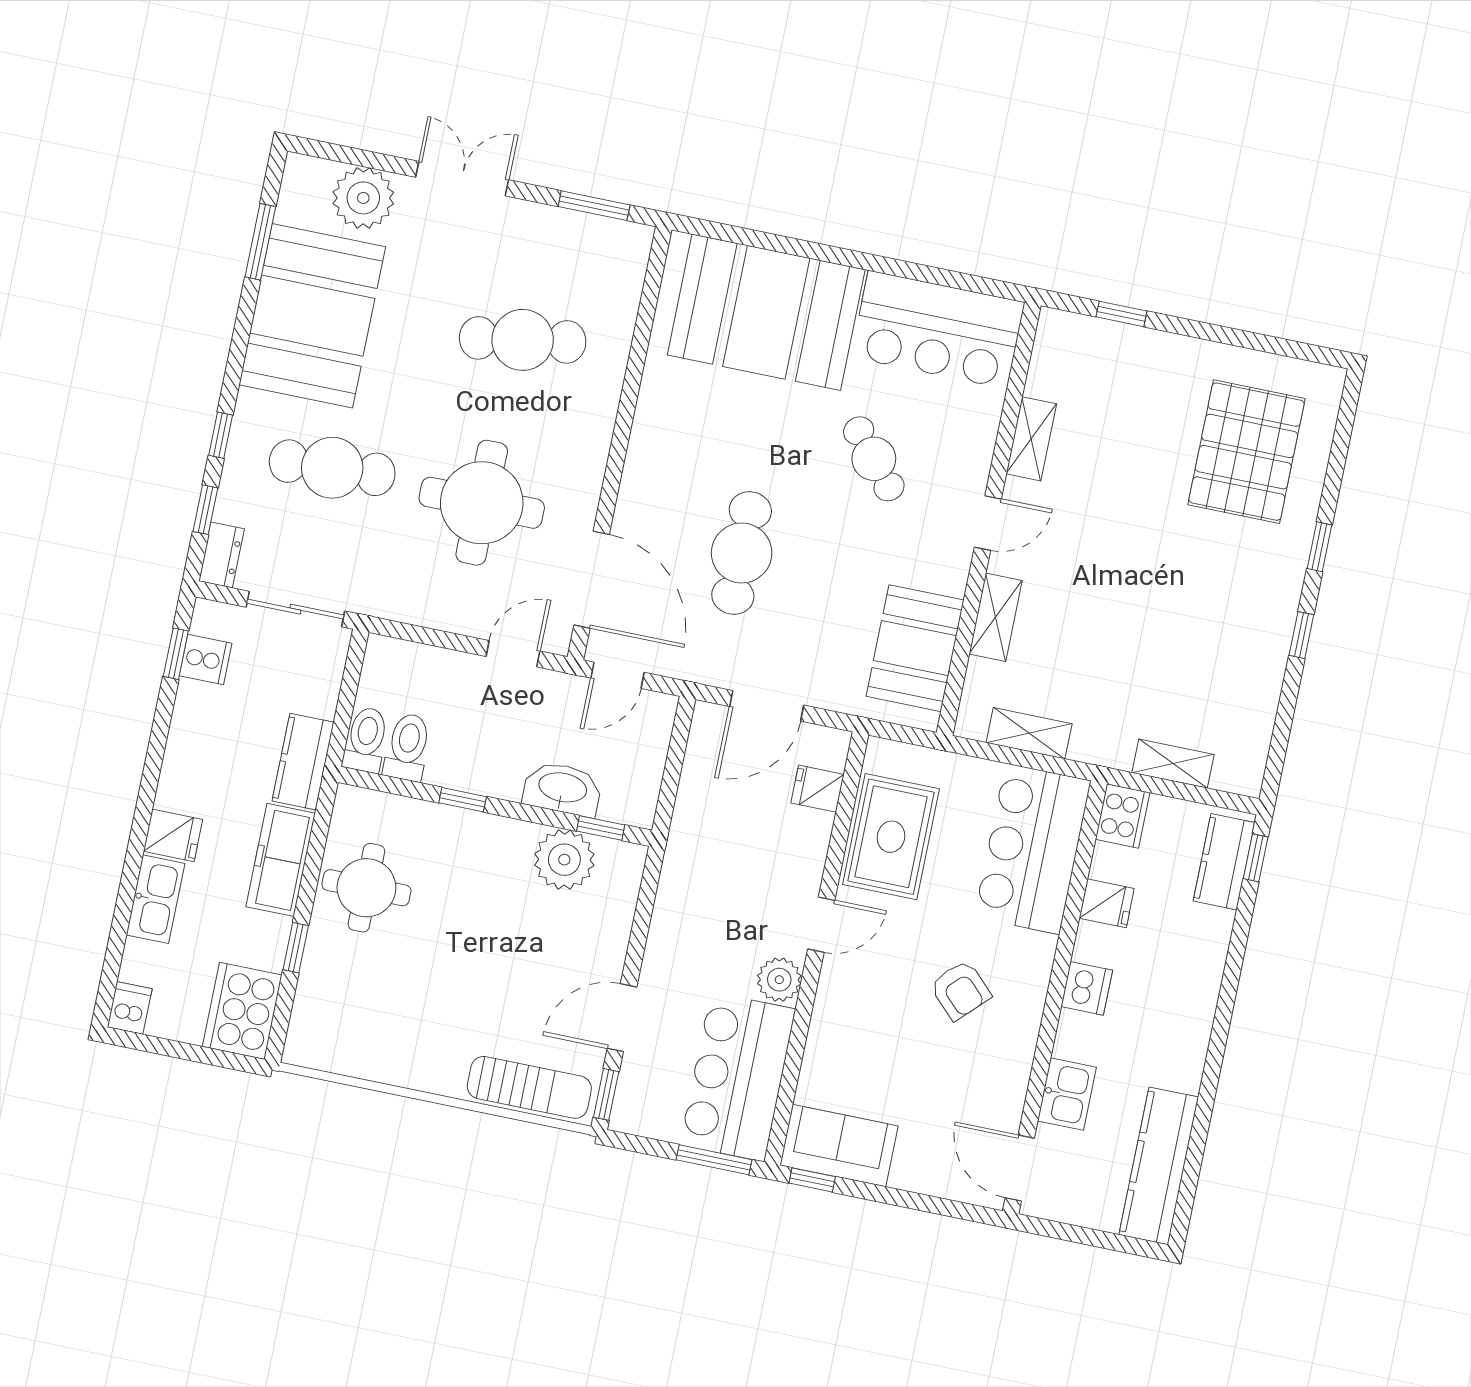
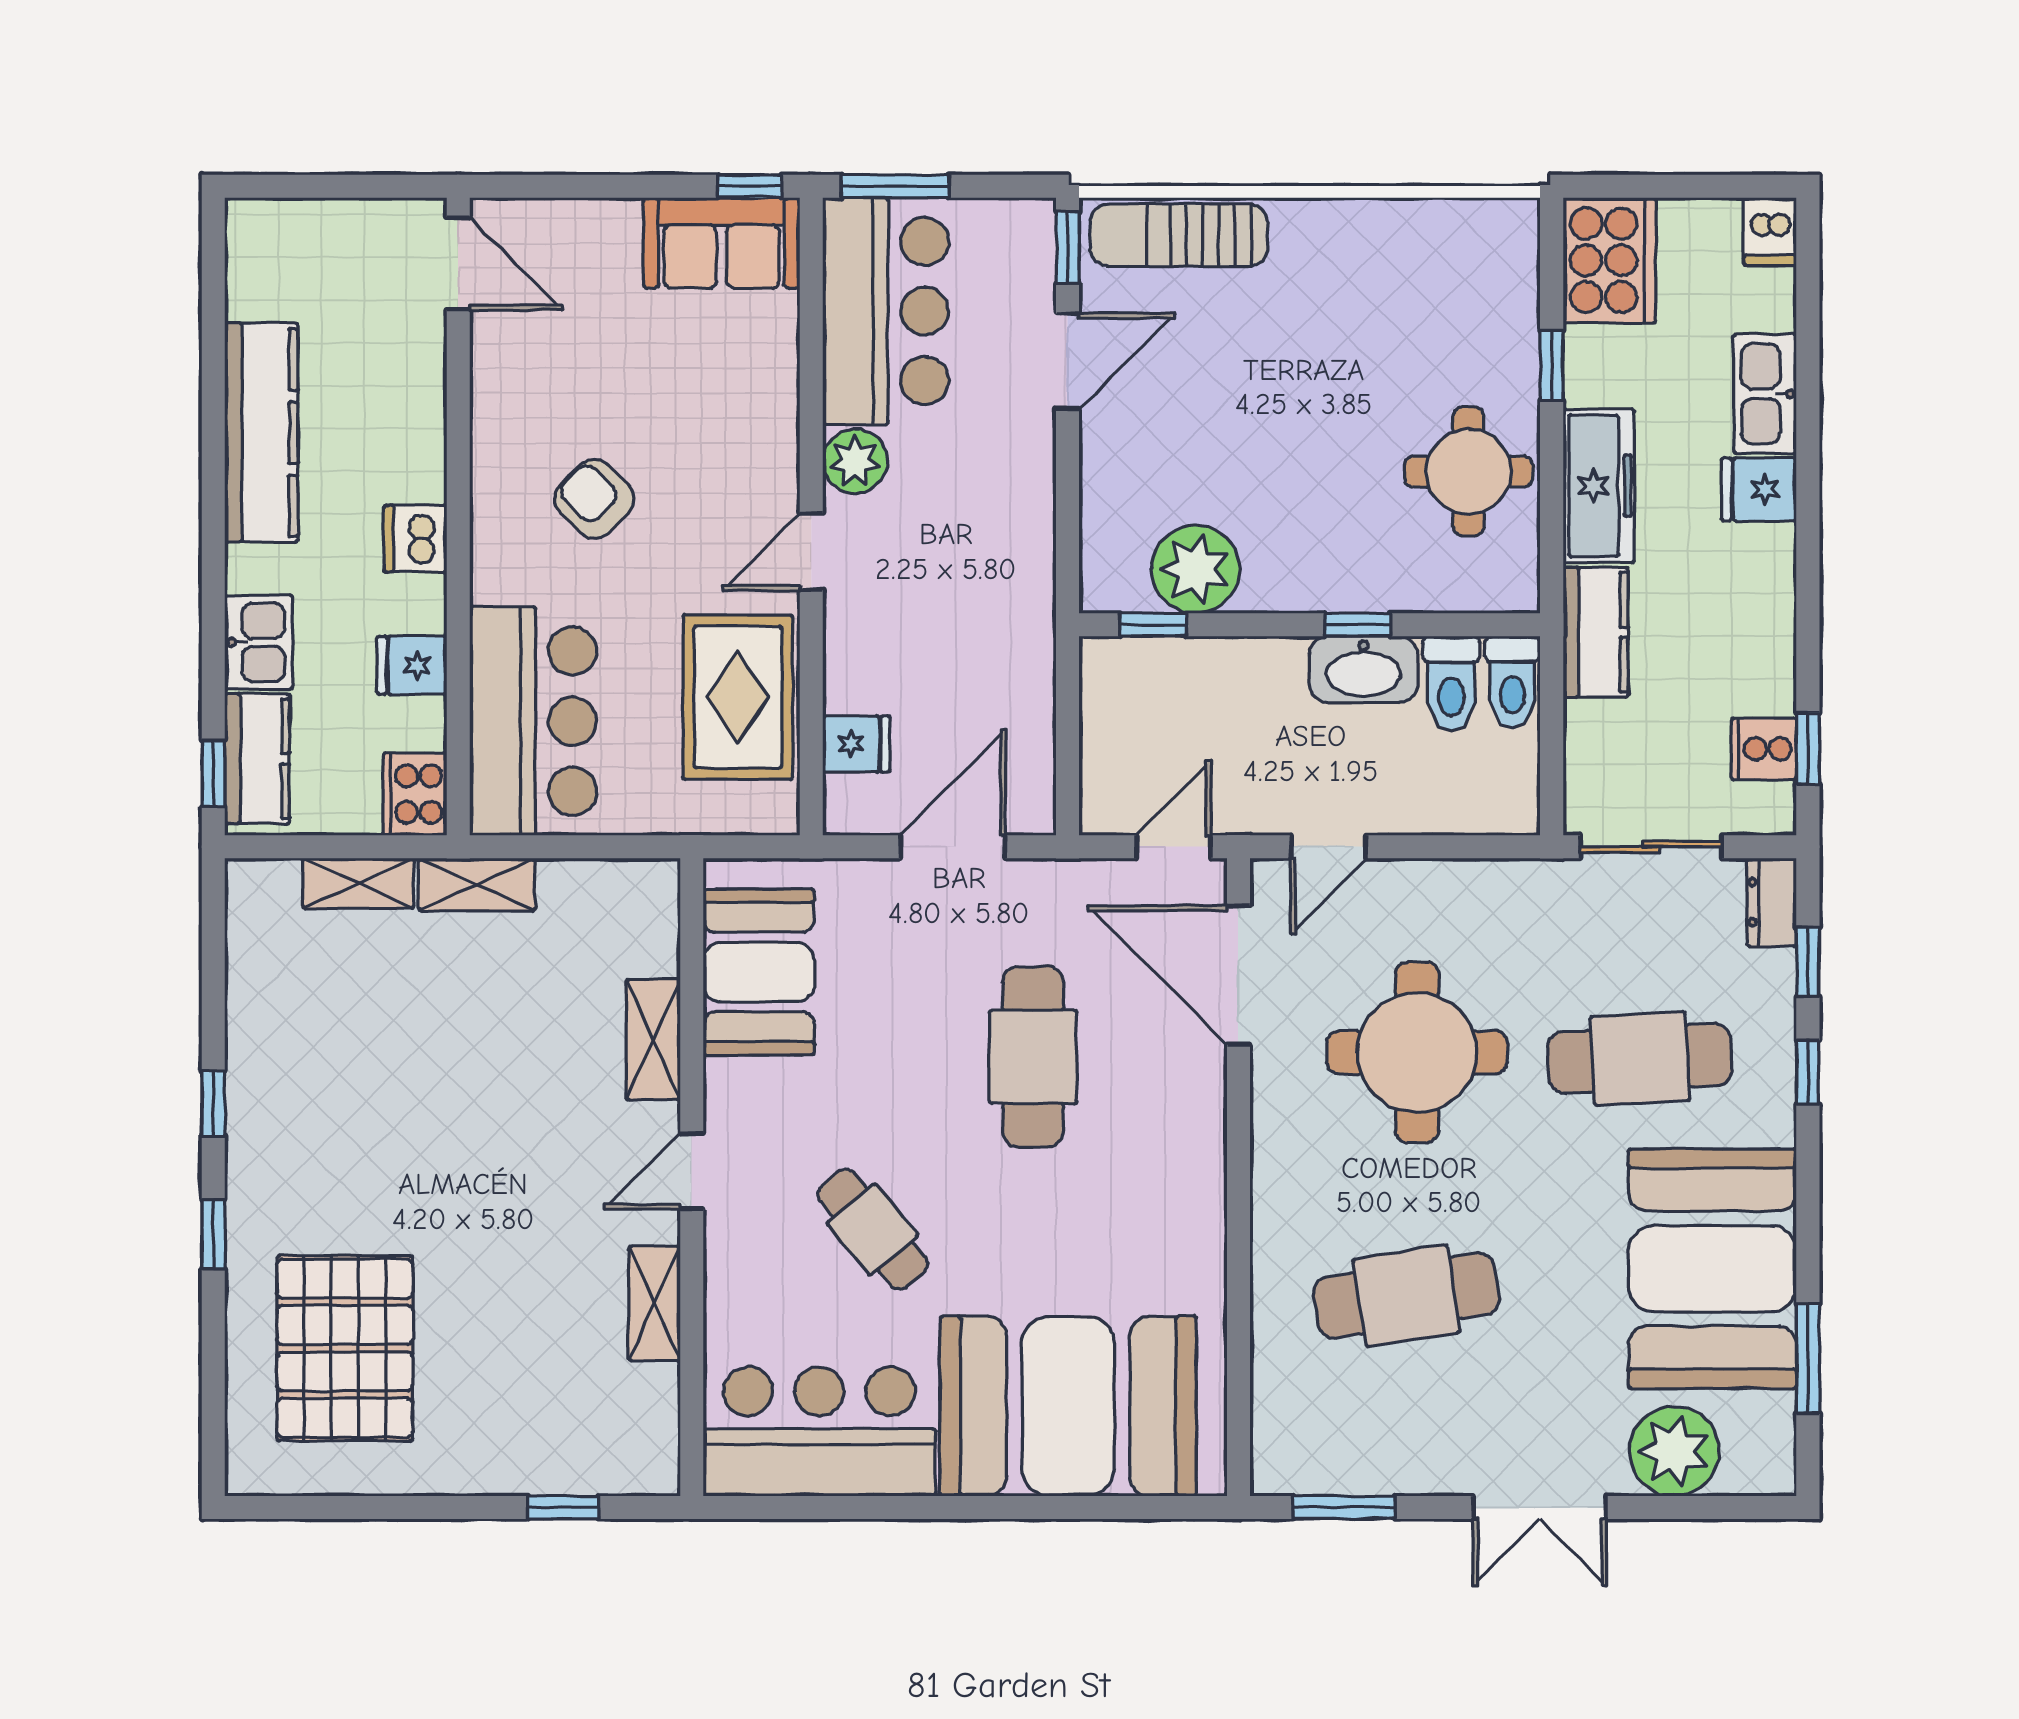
shelving: (1029, 733) -> (477, 884), moved
washbasin: (562, 789) -> (1363, 669), moved
kitchen sink: (1067, 1094) -> (259, 642), moved, turned 180
kitchen counter: (1159, 1166) -> (261, 433), moved

